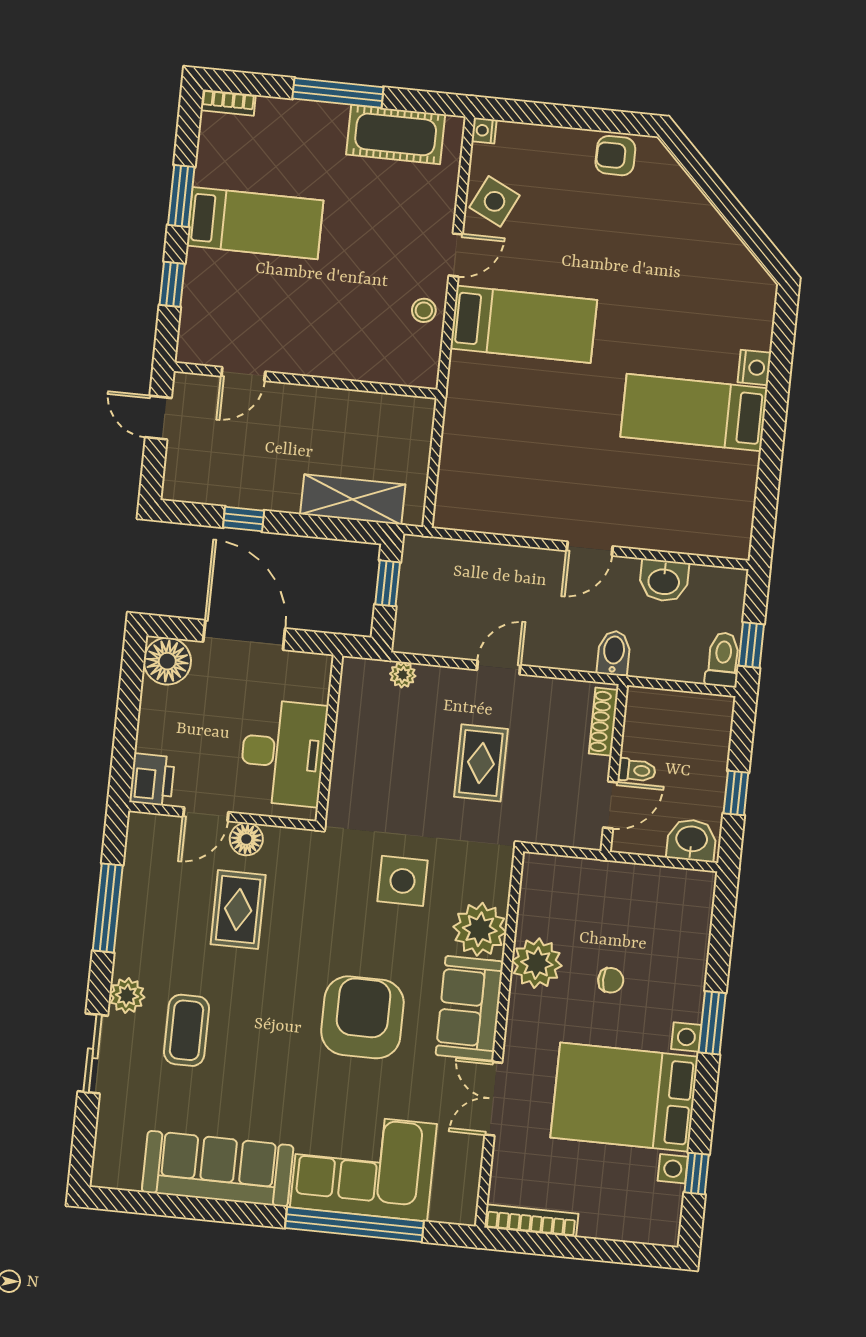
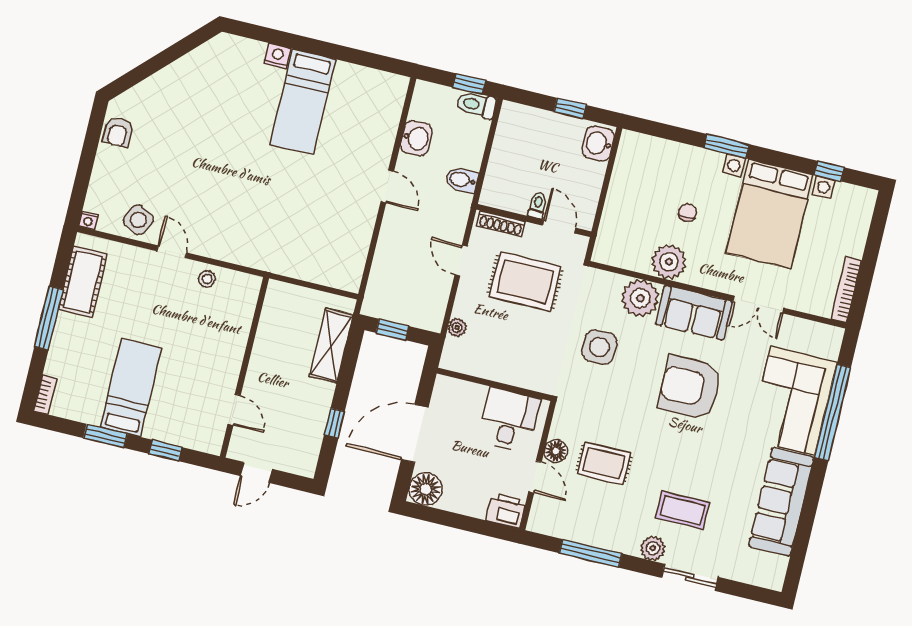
bed: (524, 324) -> (226, 211), removed
shoe rack: (604, 722) -> (501, 224), moved
desk: (283, 753) -> (509, 420), width x0.73
rug: (481, 763) -> (525, 282), width x1.36, depth x1.43
wall: (614, 768) -> (534, 220), moved
toilet: (637, 770) -> (538, 205), moved
door: (610, 805) -> (559, 227), moved

